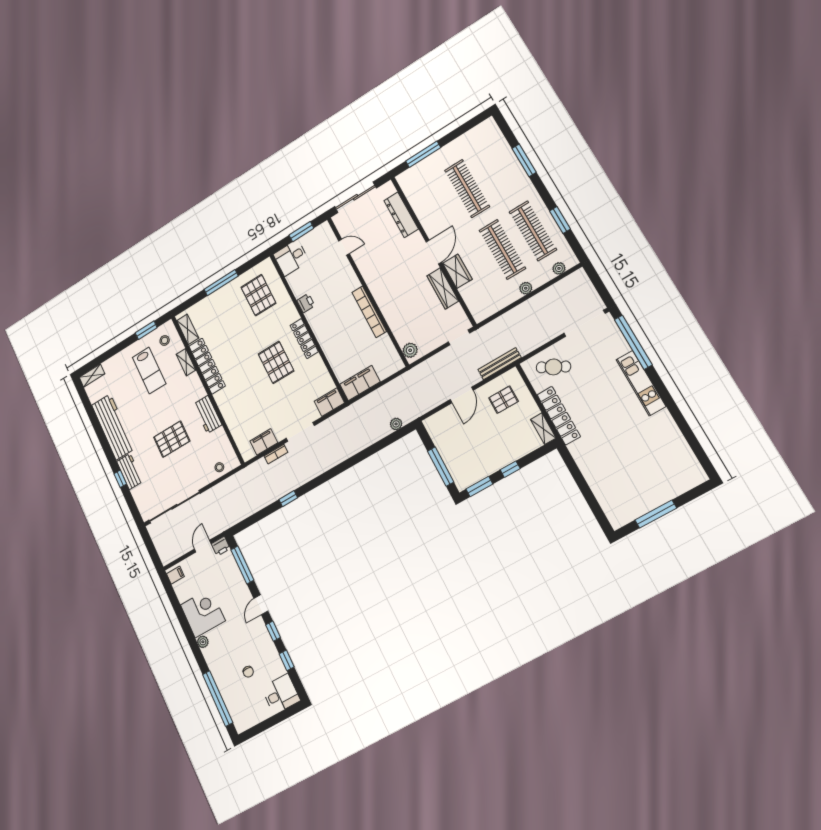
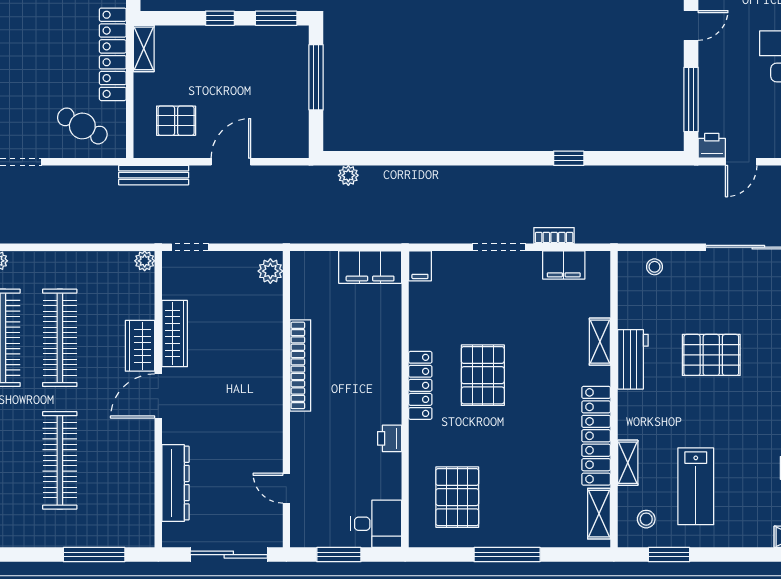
plant: (526, 288) -> (145, 261), moved
lab bench: (149, 370) -> (696, 486), turned 180
filing cabinet: (329, 402) -> (420, 266), width x0.50
shelving: (228, 414) -> (600, 342), added

